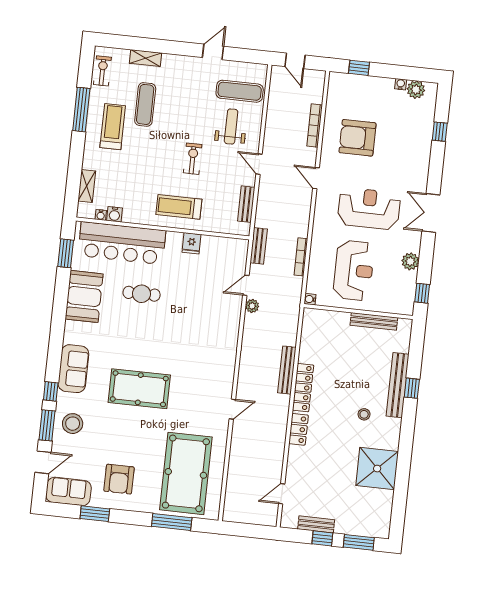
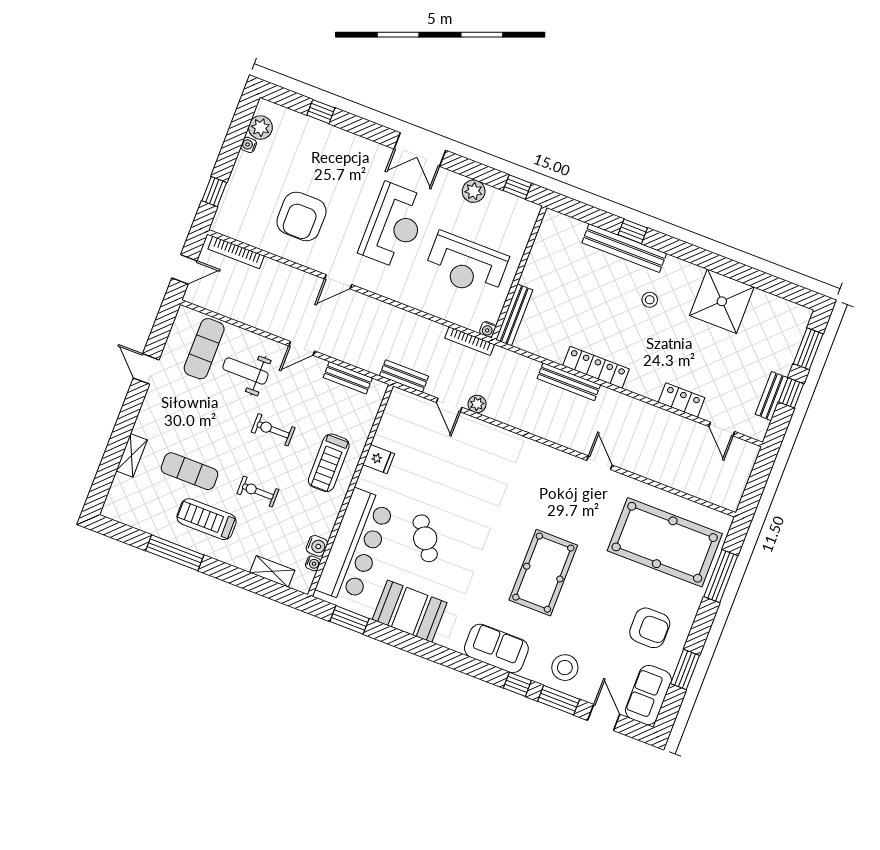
exercise bike: (102, 71) -> (258, 491), moved
bookcase: (315, 126) -> (236, 252), moved
reception desk: (369, 209) -> (394, 226), turned 180
bookcase: (301, 257) -> (470, 341), moved
reception desk: (354, 270) -> (466, 265), turned 180
cafe table: (142, 294) -> (425, 538), turned -35
bench: (374, 321) -> (514, 315), moved
locker: (299, 429) -> (682, 400), moved

